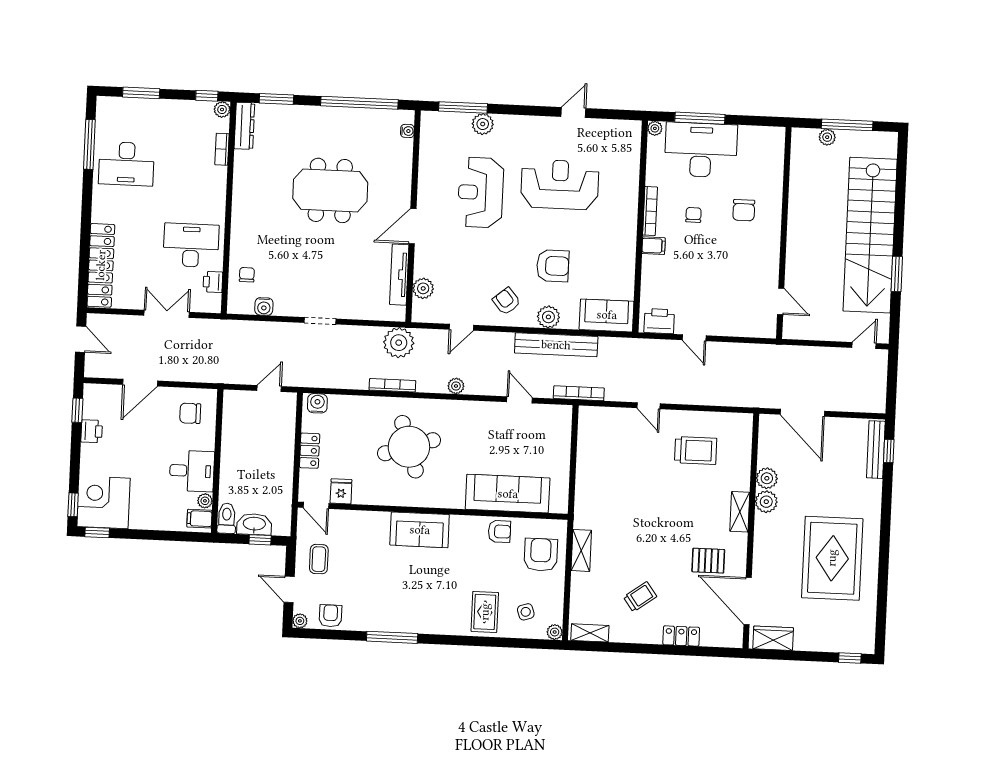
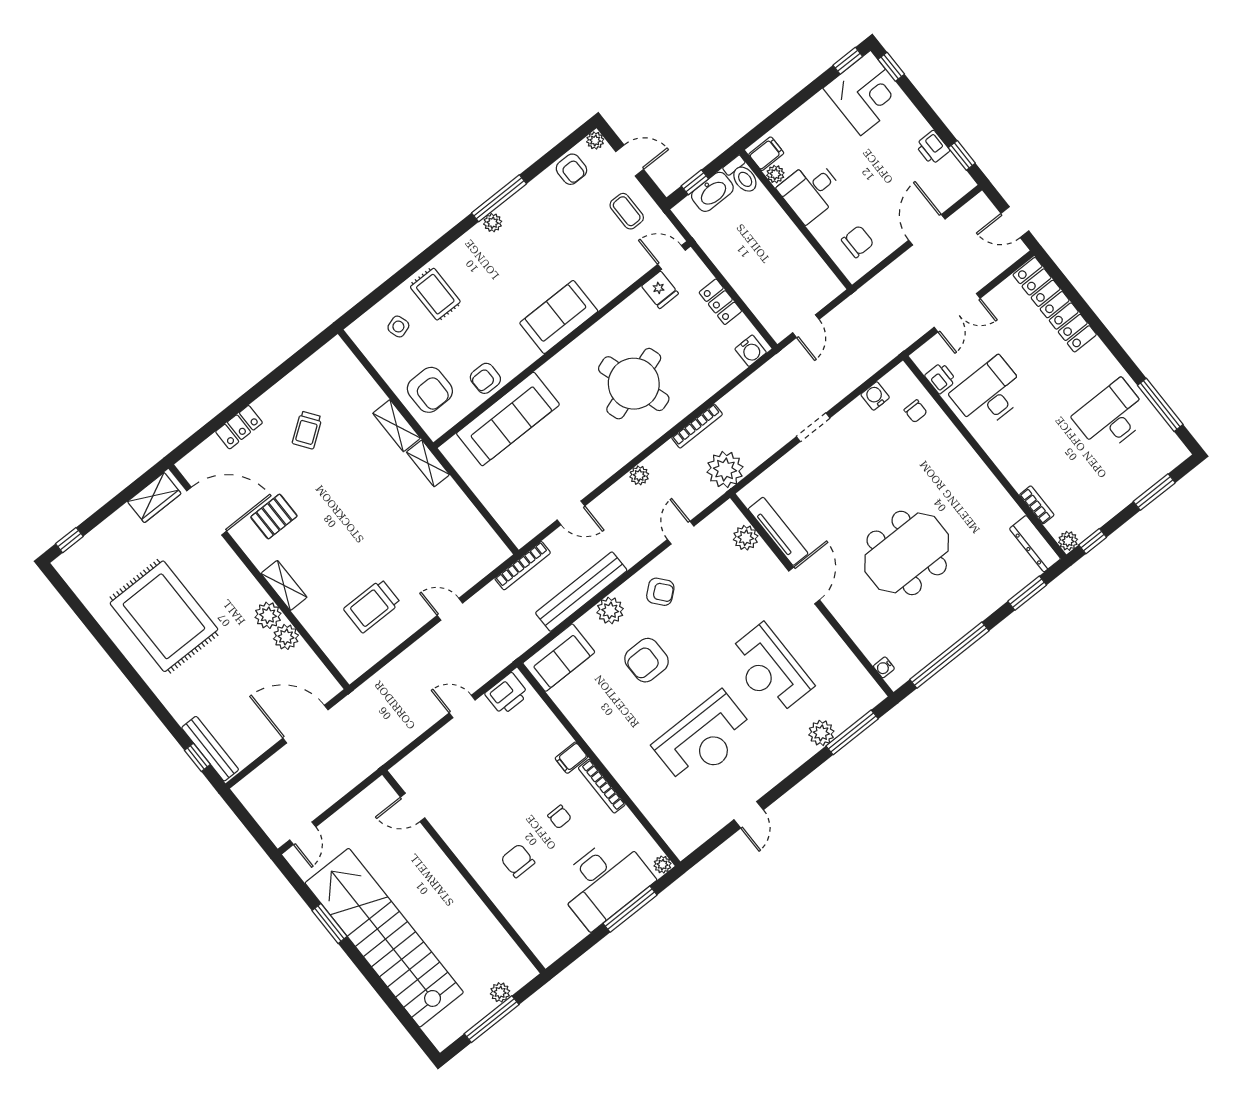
reception desk: (481, 192) -> (769, 670), turned 180
desk: (191, 245) -> (989, 394), turned 180
plant: (555, 632) -> (493, 223), moved
shelving: (590, 633) -> (428, 463), moved, turned 90

